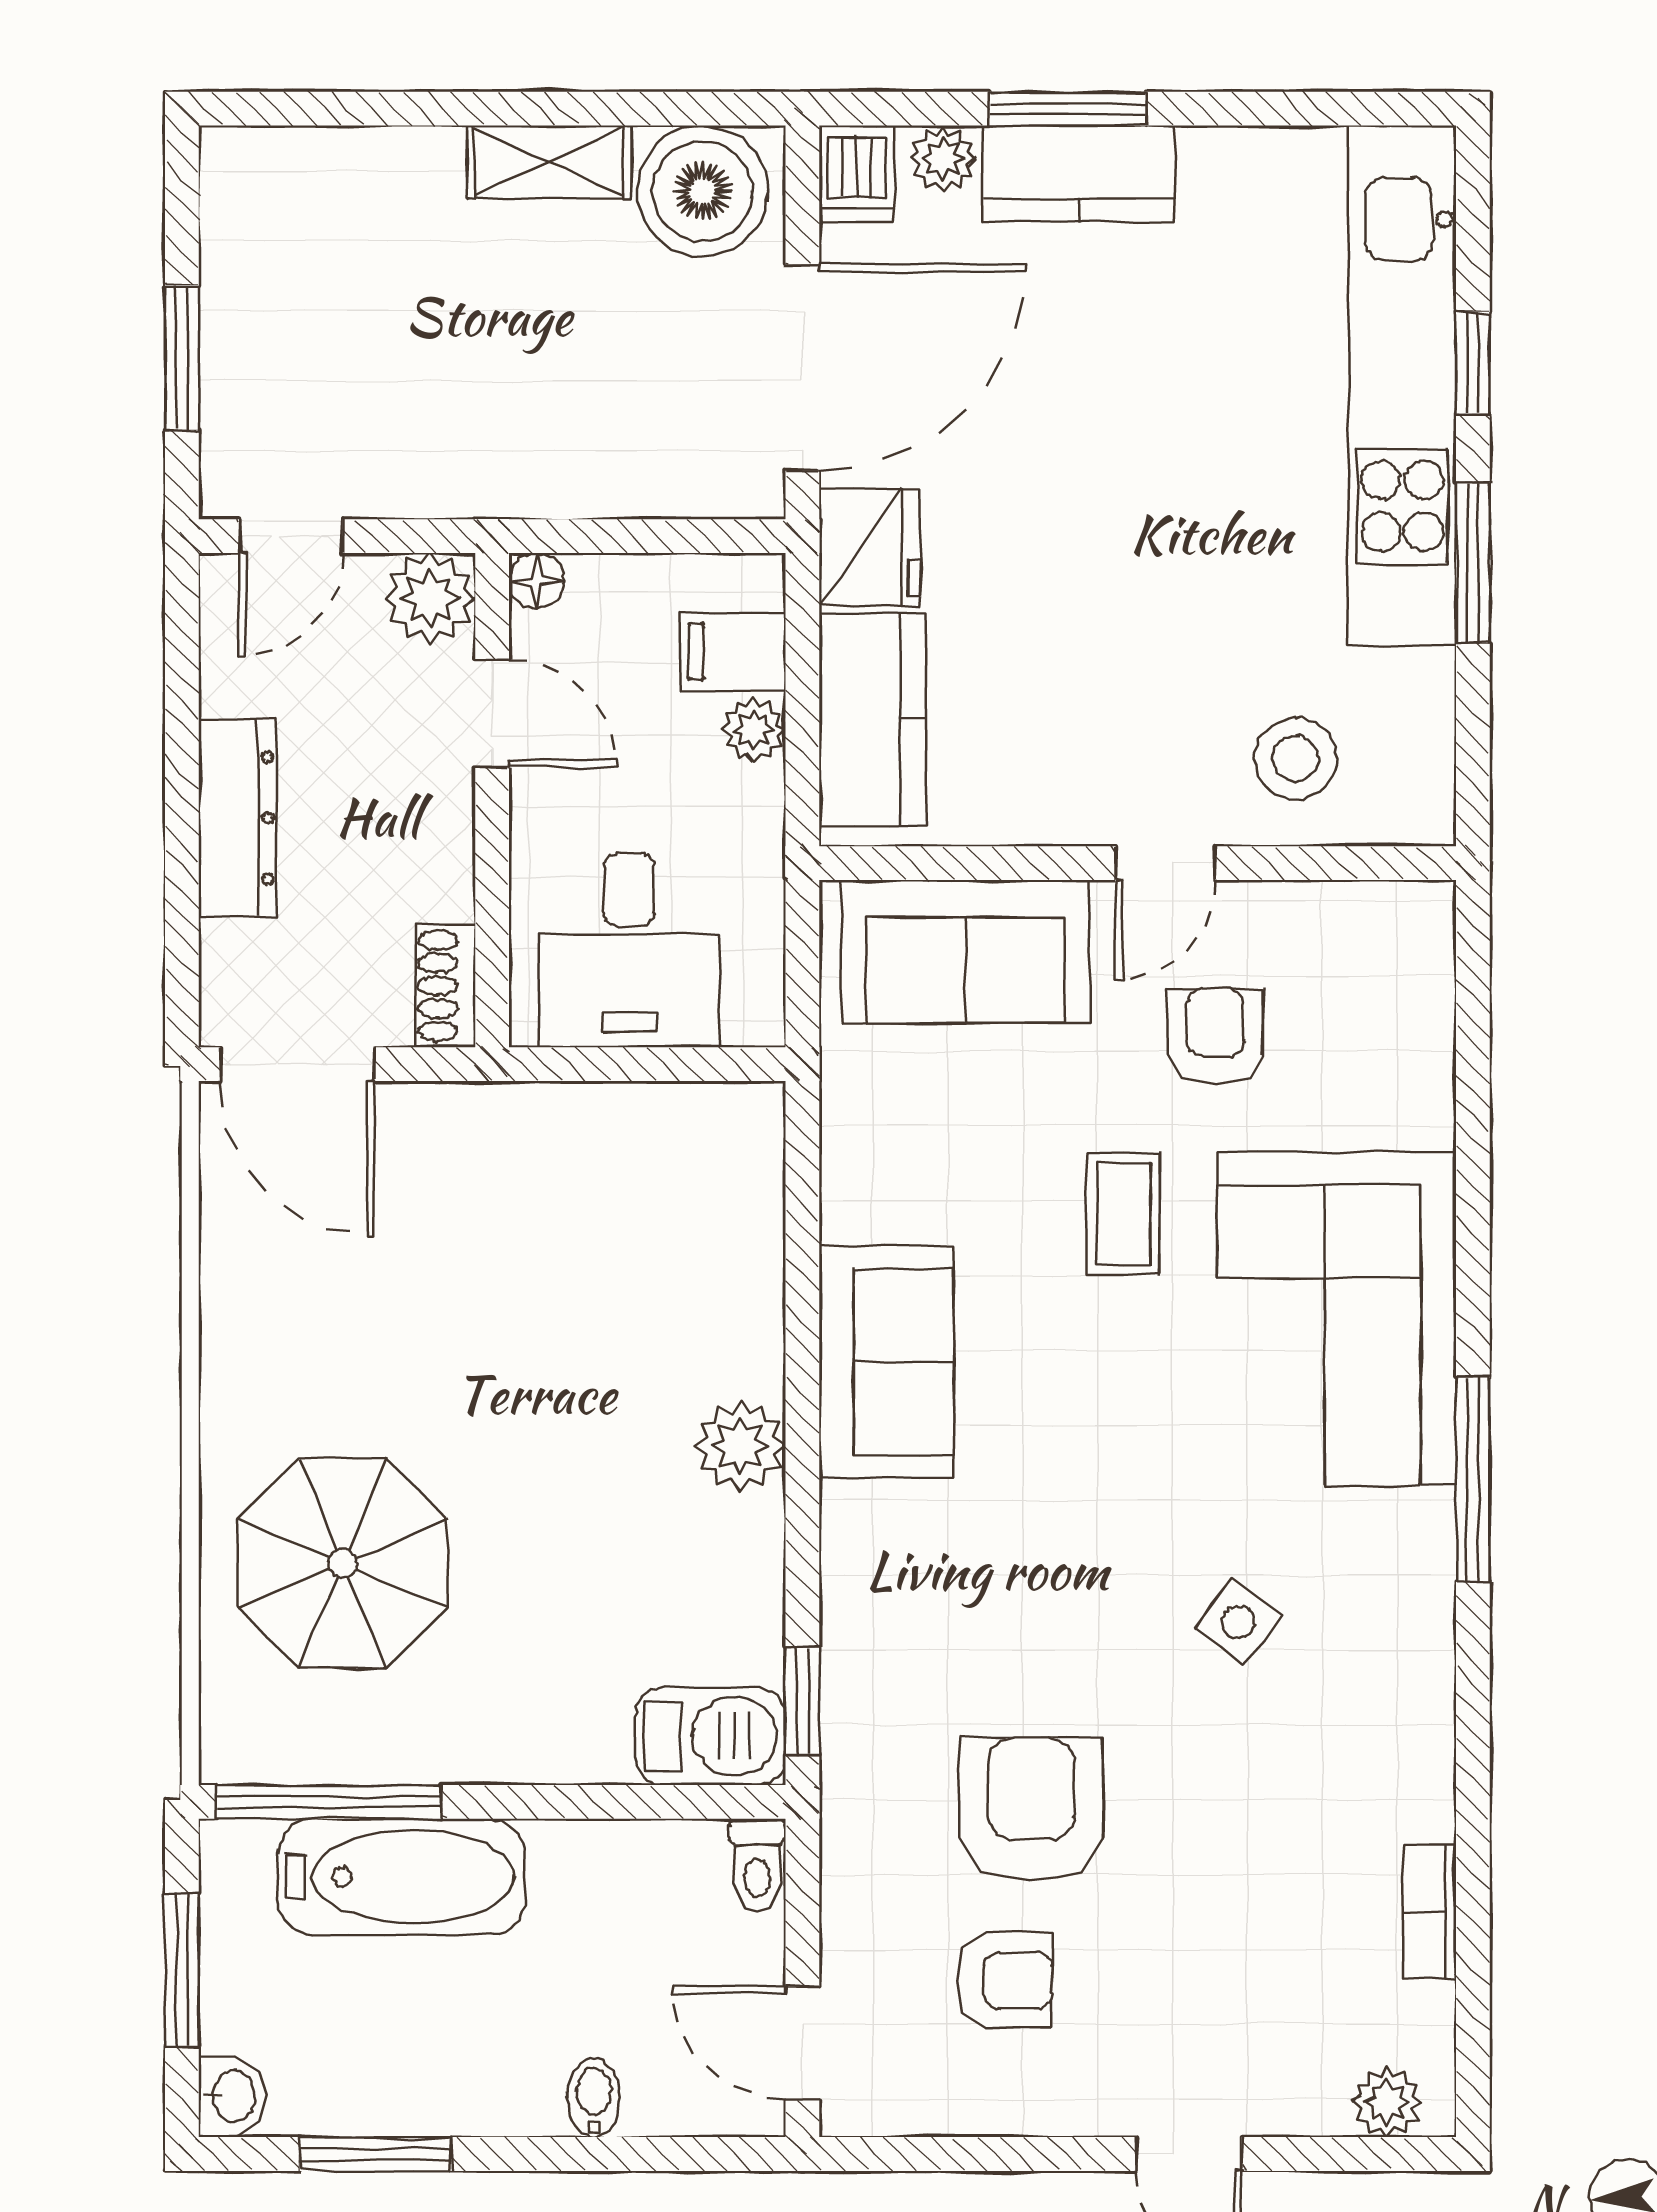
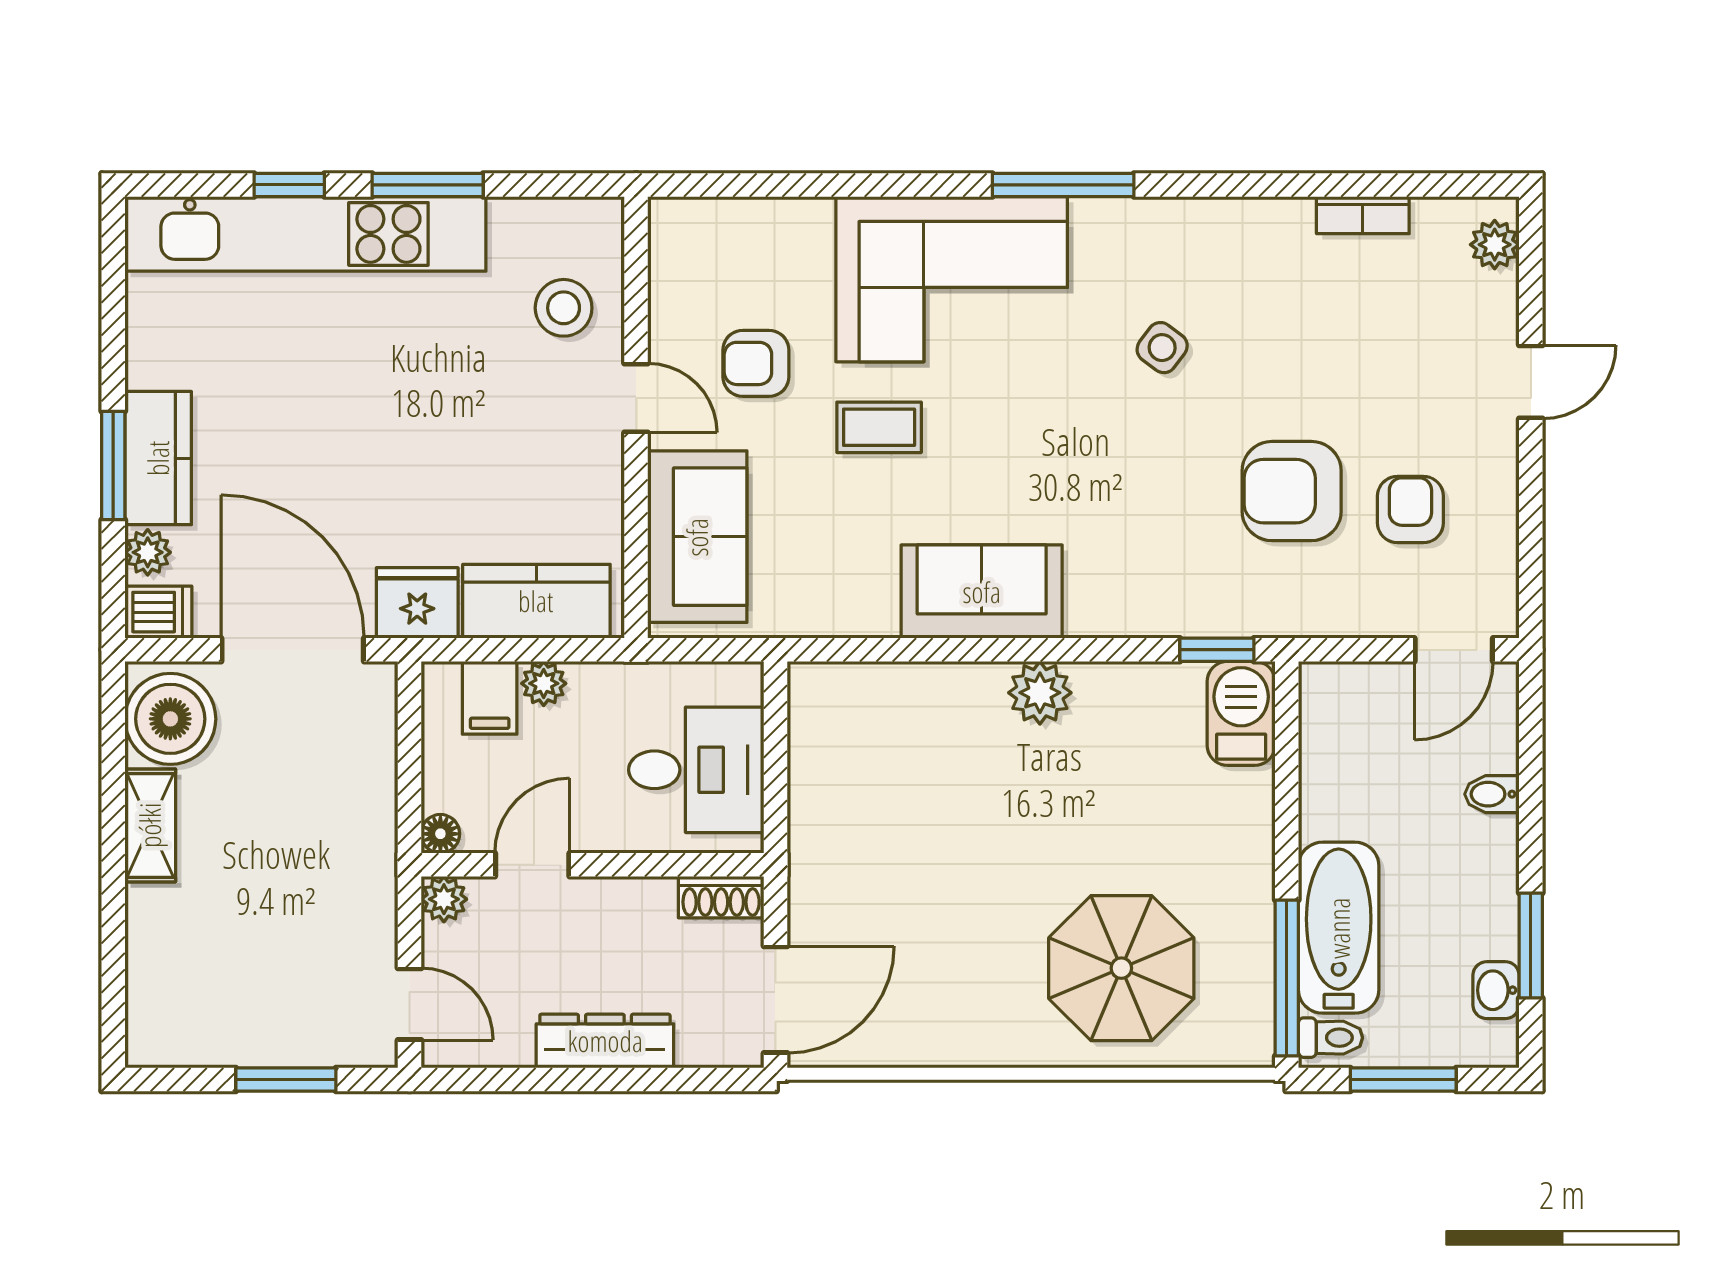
plant: (430, 598) -> (444, 899), width x0.73, depth x0.73
toilet: (757, 1865) -> (1330, 1038), moved
washbasin: (232, 2096) -> (1496, 990), moved, turned -90

